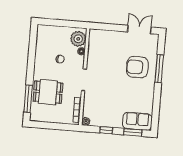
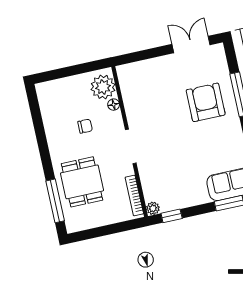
armchair: (137, 67) -> (206, 102), turned 90
dining table: (48, 92) -> (82, 182), turned 90
window: (106, 130) -> (172, 216), moved

